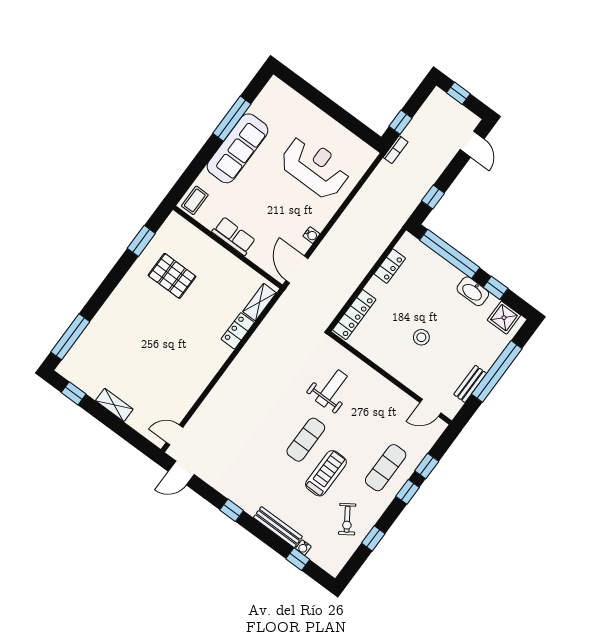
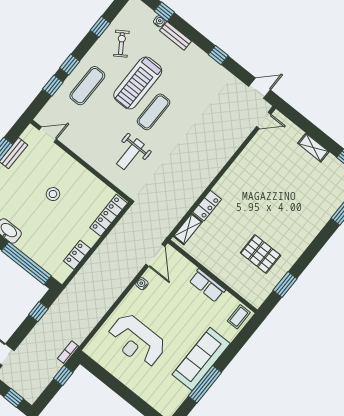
treadmill: (326, 473) -> (138, 83), width x1.37, depth x1.38
bench: (278, 527) -> (175, 36), width x0.73

